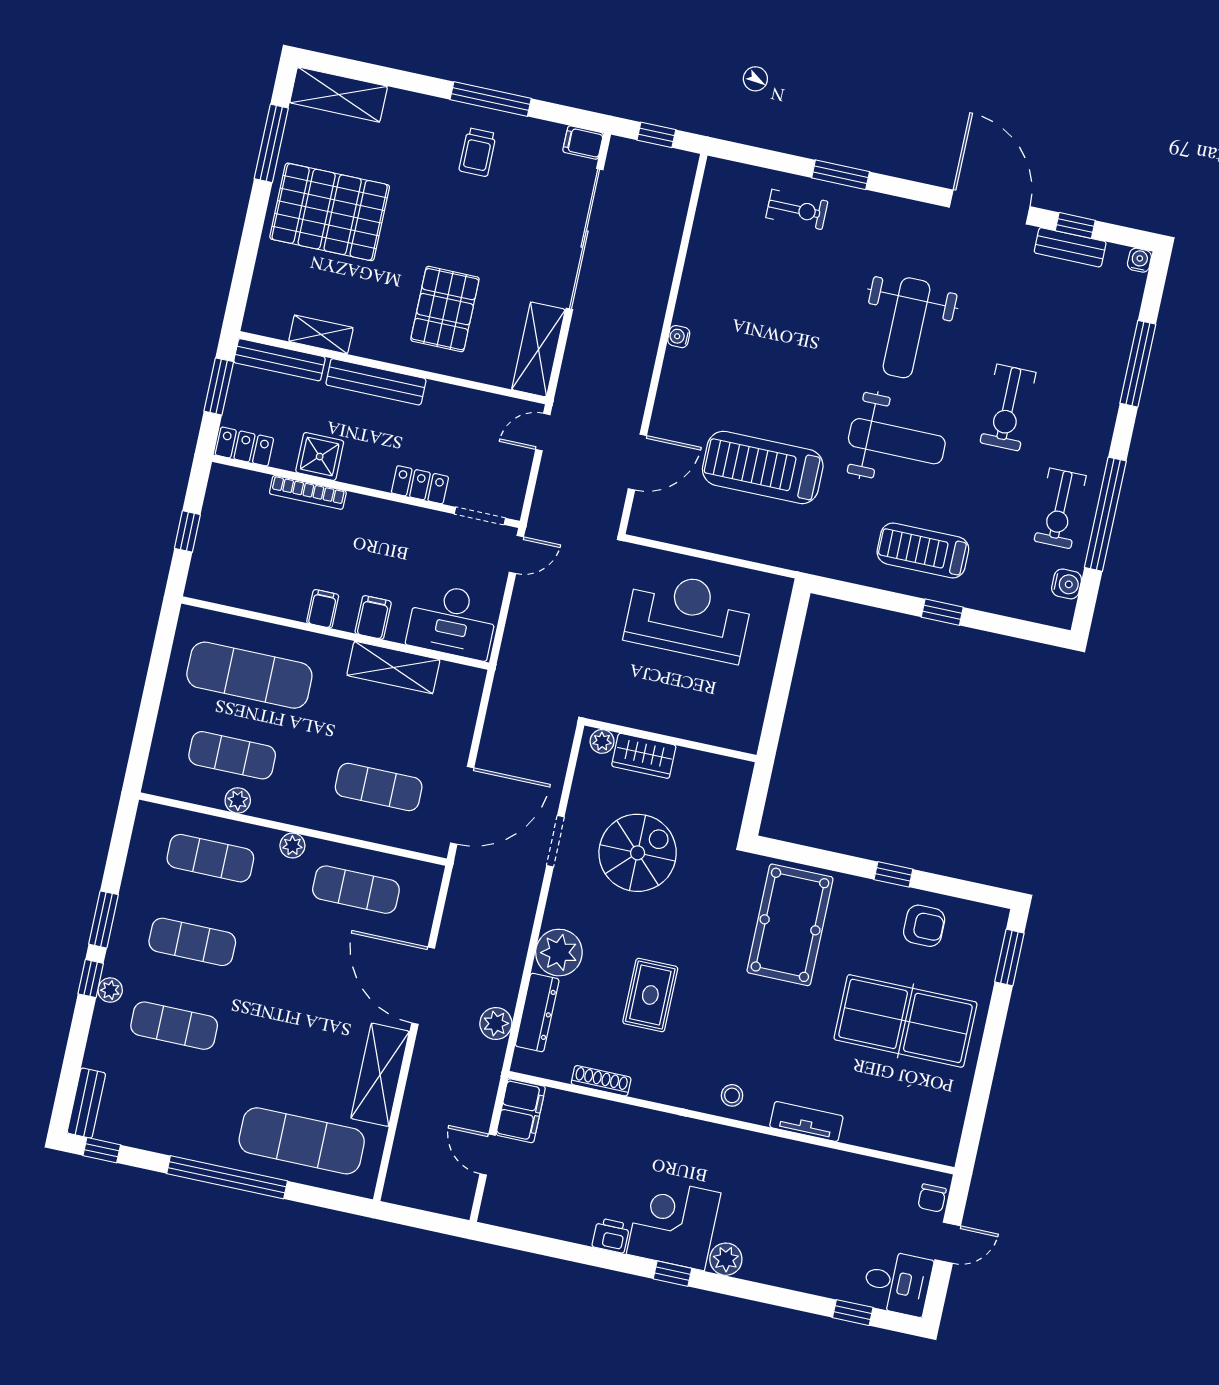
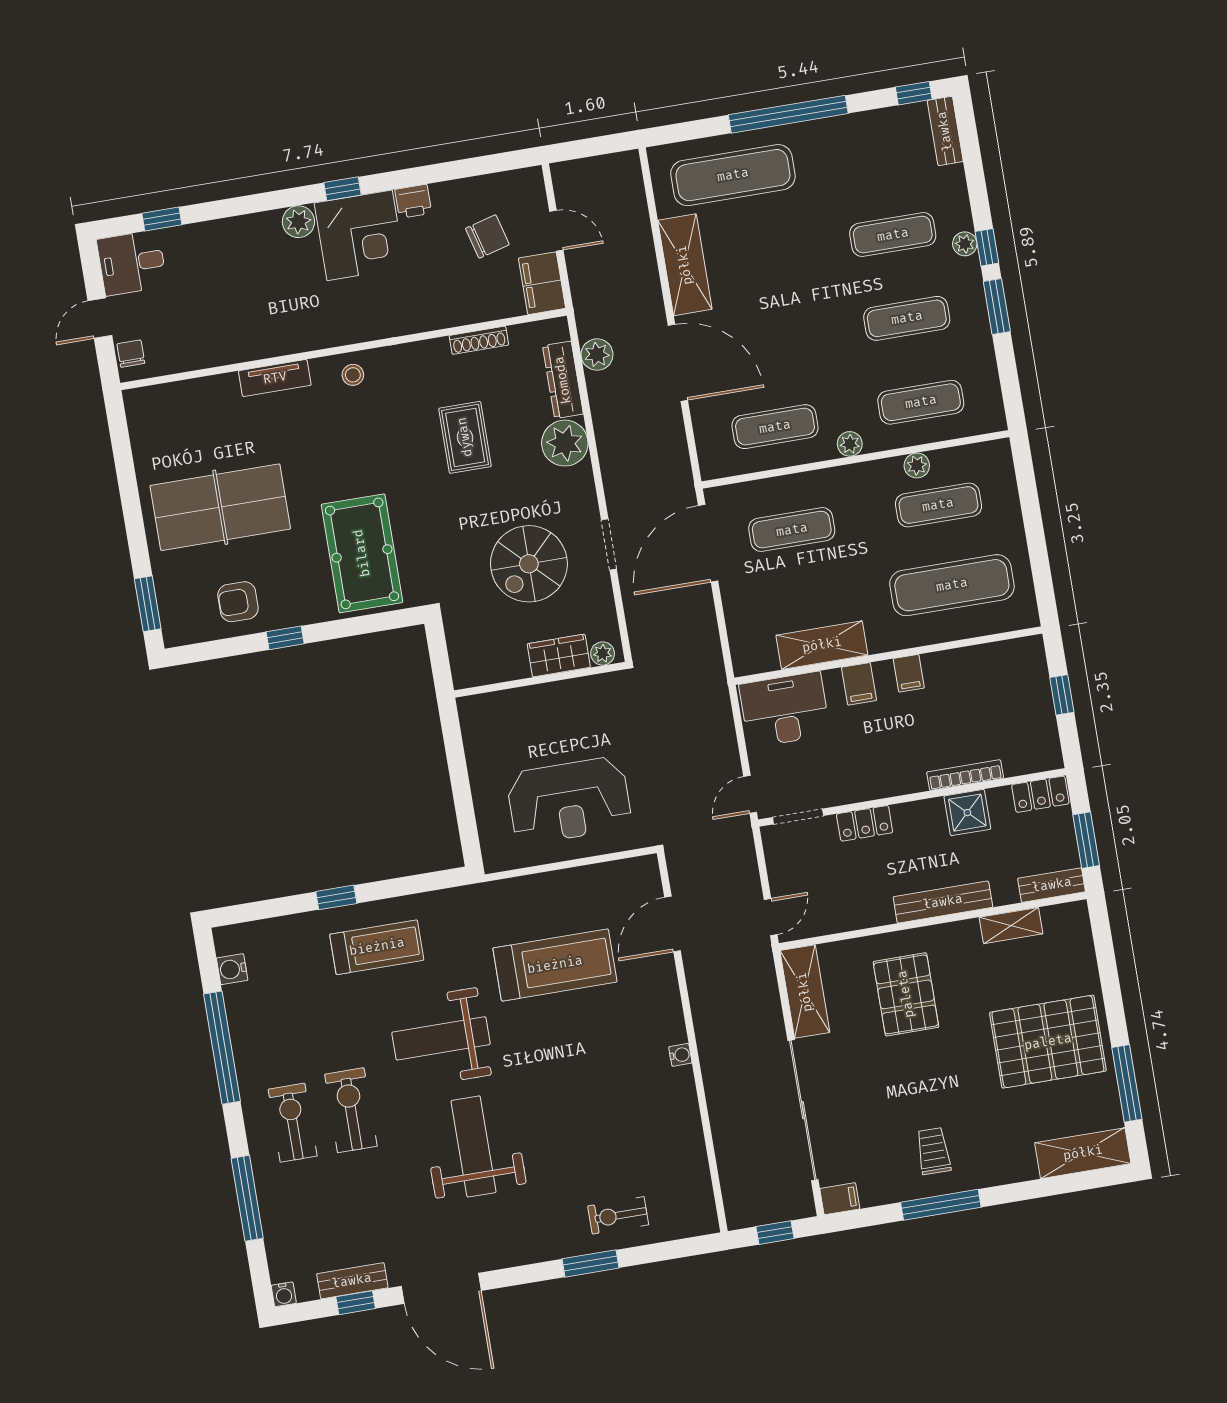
bench: (280, 360) -> (1052, 885), width x0.73
exercise bike: (1060, 508) -> (293, 1123), moved
chair: (554, 1175) -> (487, 236), added

